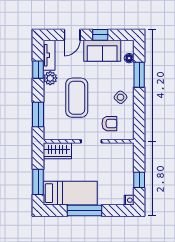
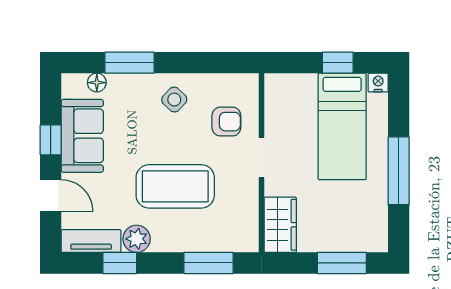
armchair: (109, 124) -> (226, 122), turned 90
bed: (70, 193) -> (342, 126), moved, turned 180

